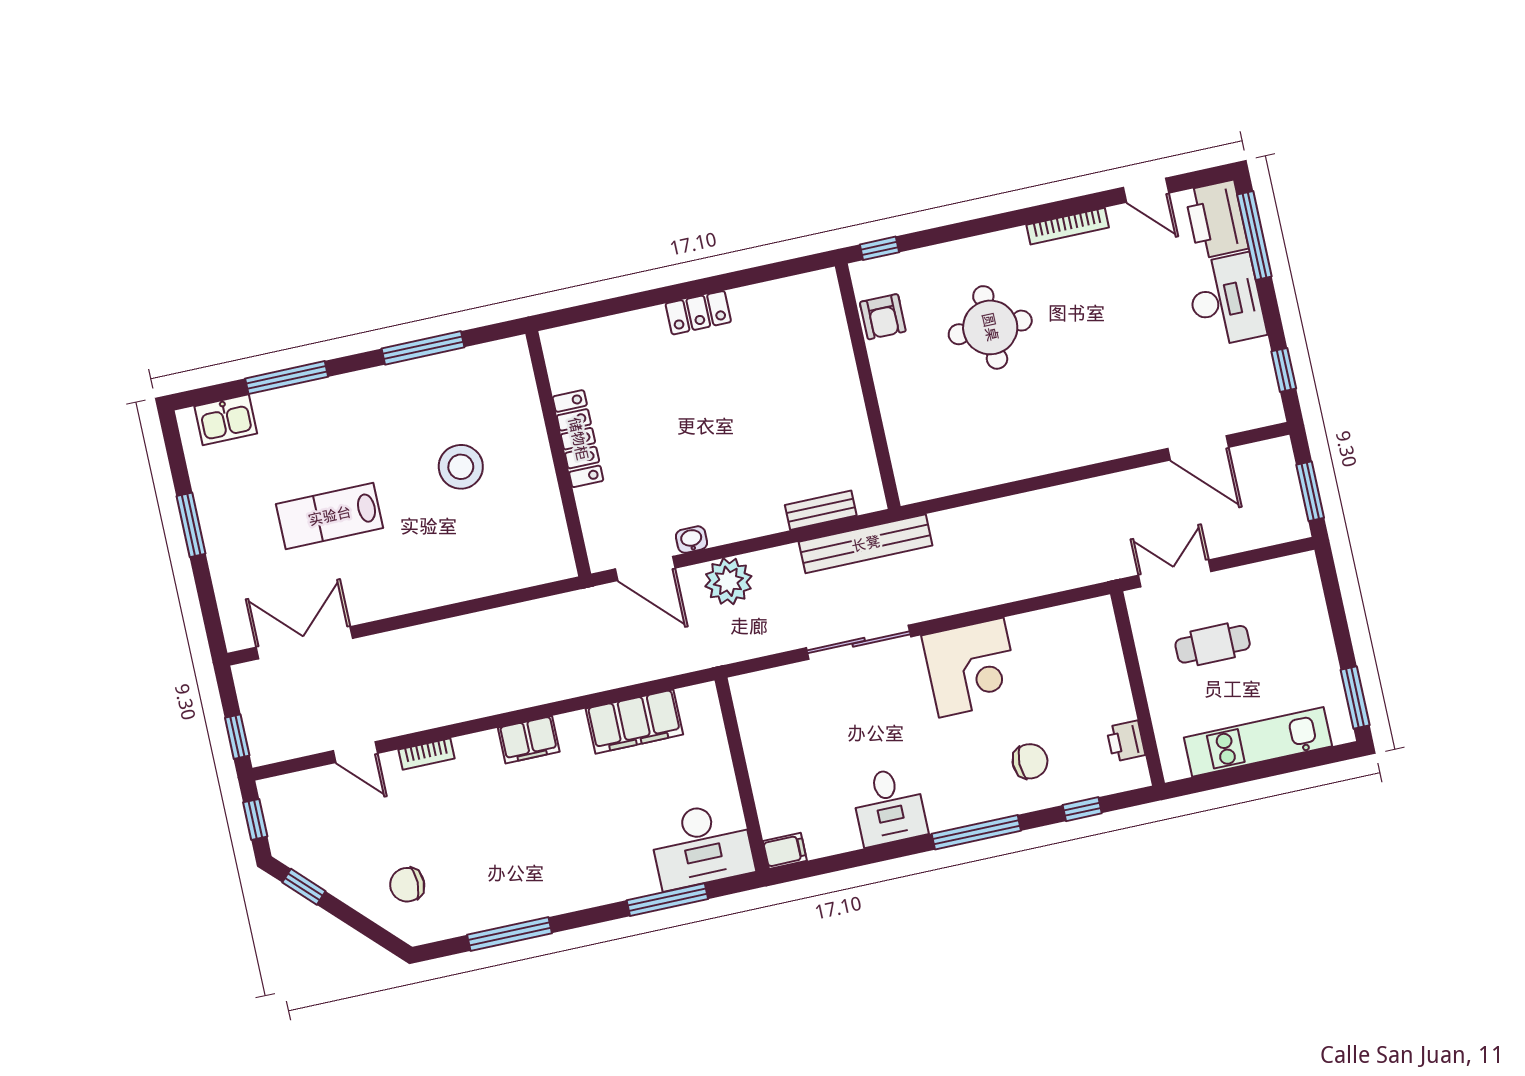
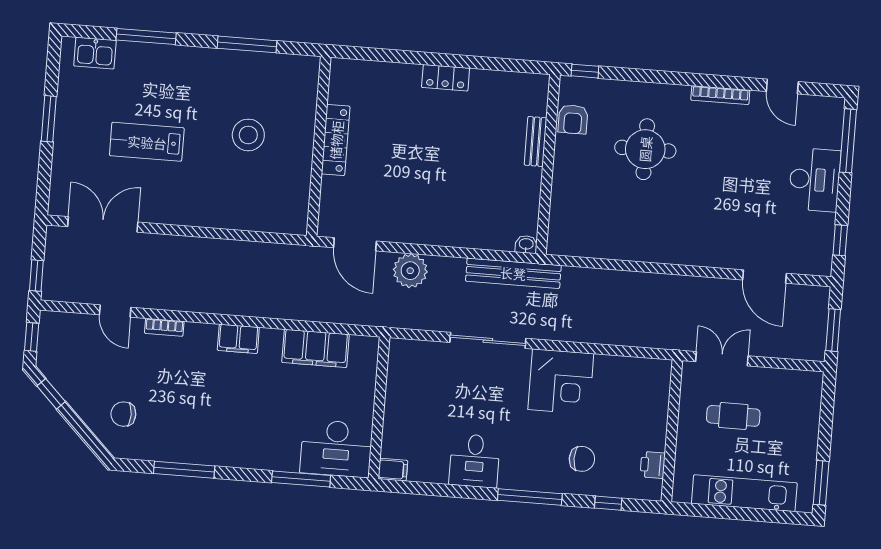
printer: (1216, 219) -> (825, 122), removed
bench: (821, 510) -> (536, 141), moved, turned 90
washbasin: (692, 540) -> (526, 244), moved

